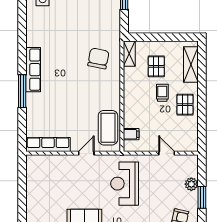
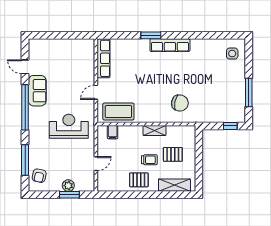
shelving: (129, 54) -> (155, 130), moved
window: (22, 91) -> (151, 35), width x0.69
door: (86, 153) -> (96, 92), swing flipped
window: (202, 197) -> (69, 195), moved

